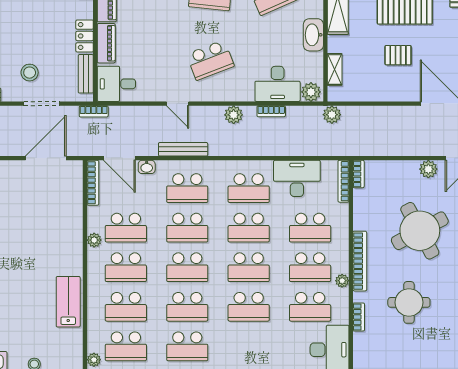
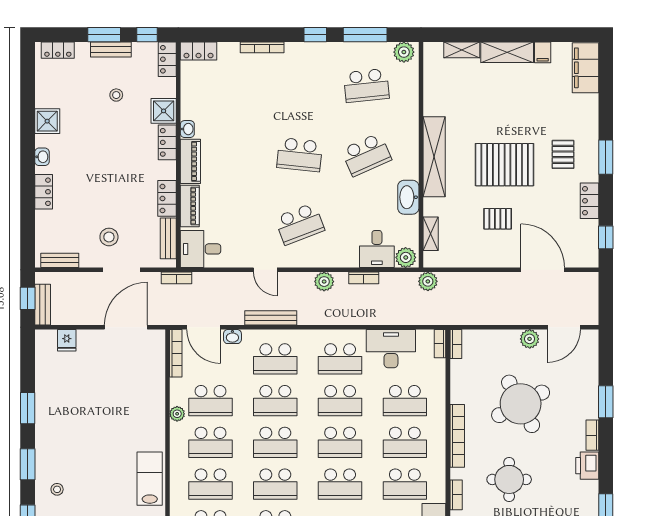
desk: (278, 84) -> (377, 249), width x0.73
bookcase: (343, 181) -> (440, 344), width x0.64
plant: (342, 281) -> (439, 457), removed

